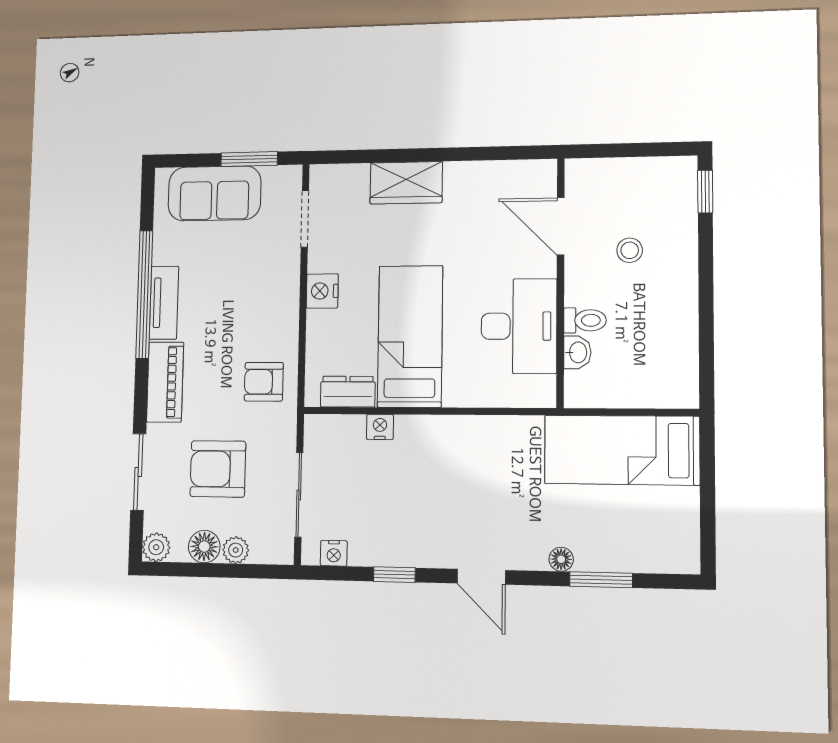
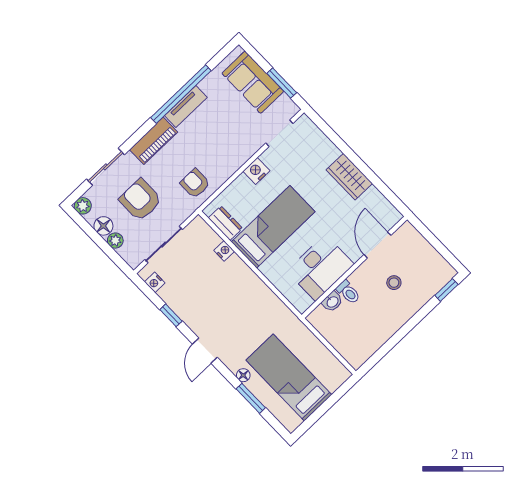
wardrobe: (406, 183) -> (349, 177), moved
bed: (622, 450) -> (289, 377), moved

